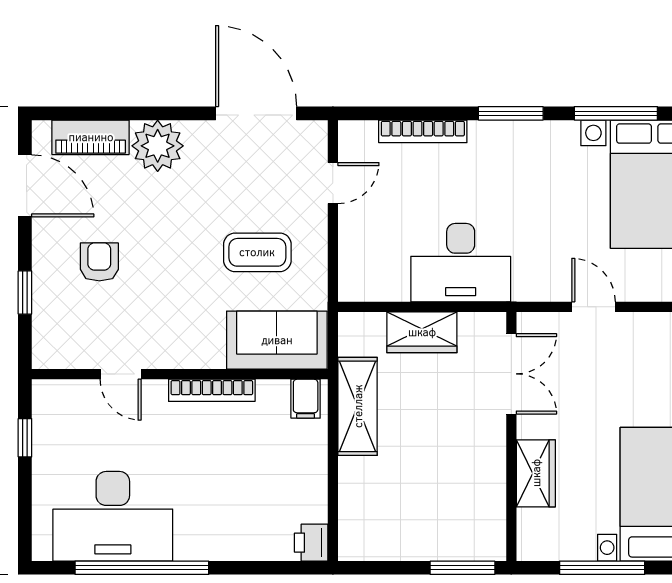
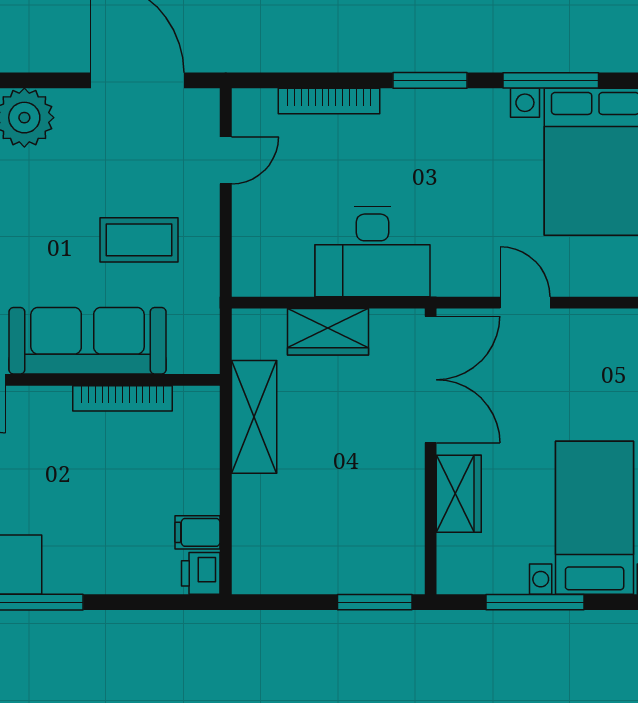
sofa: (277, 340) -> (88, 341), moved, width x1.36
double door: (511, 374) -> (431, 380), width x1.37
bookcase: (212, 390) -> (123, 398), moved
filing cabinet: (306, 399) -> (198, 532), moved, turned 90

